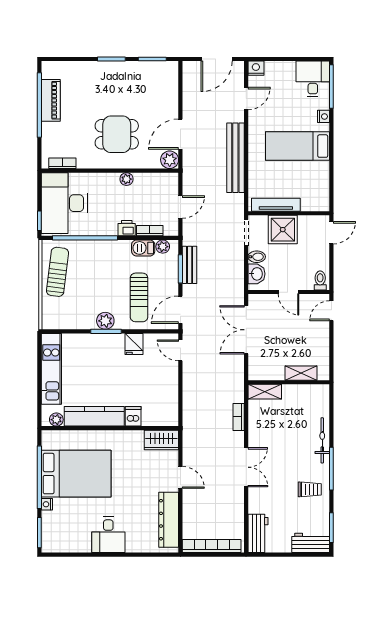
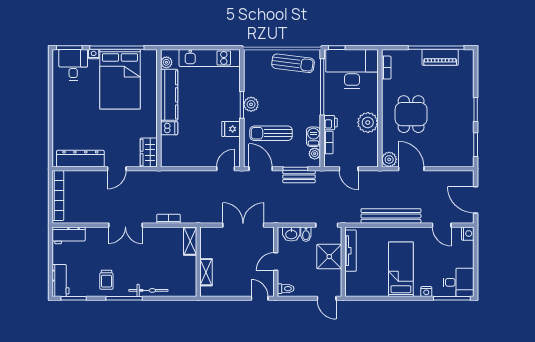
plant: (127, 179) -> (368, 122), width x1.88, depth x1.88
desk: (108, 535) -> (73, 65), moved, turned 90

